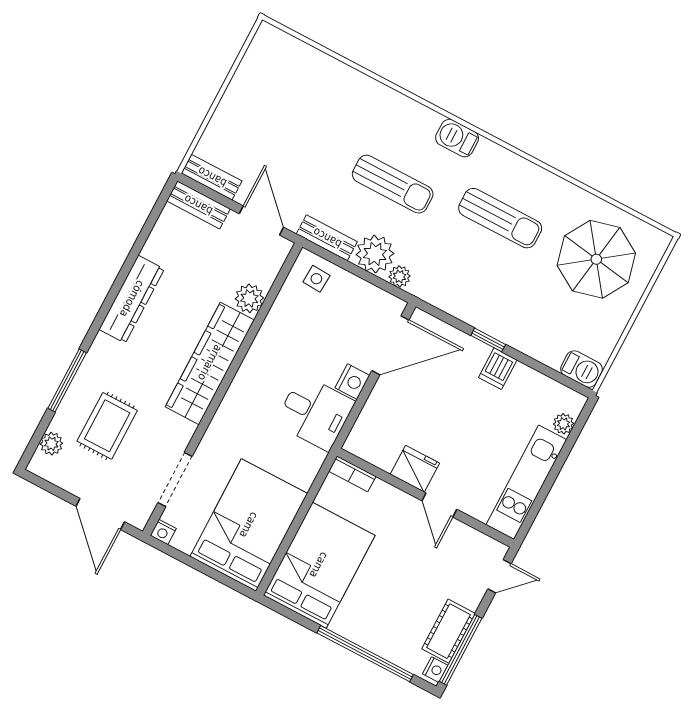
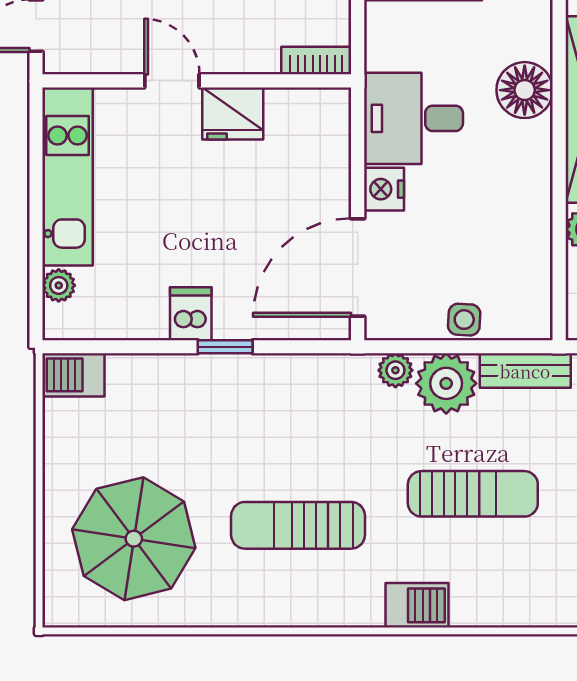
sun lounger: (393, 184) -> (473, 494), turned 180
side table: (316, 279) -> (464, 320), moved
floor lamp: (244, 395) -> (525, 90), added

